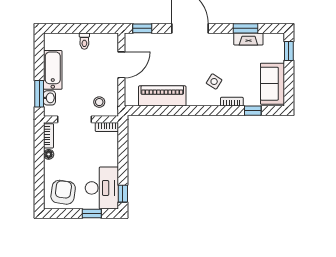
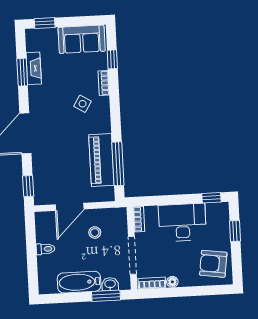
door: (121, 65) -> (70, 207), swing flipped
stool: (99, 102) -> (95, 233), moved
window: (158, 111) -> (118, 164), added
desk: (102, 188) -> (182, 222), moved

